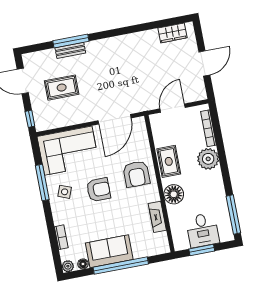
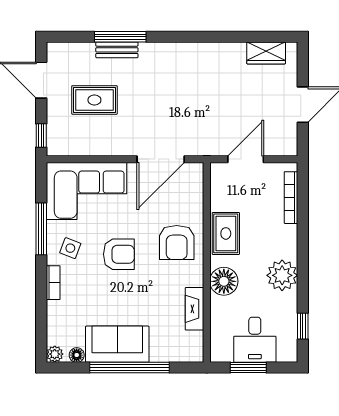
plant: (208, 159) -> (282, 275), moved
window: (233, 215) -> (303, 326), width x0.46
bookcase: (61, 237) -> (53, 283), moved

